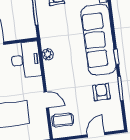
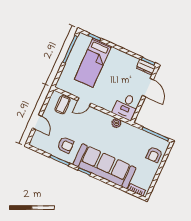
desk: (26, 60) -> (126, 106), width x0.73

